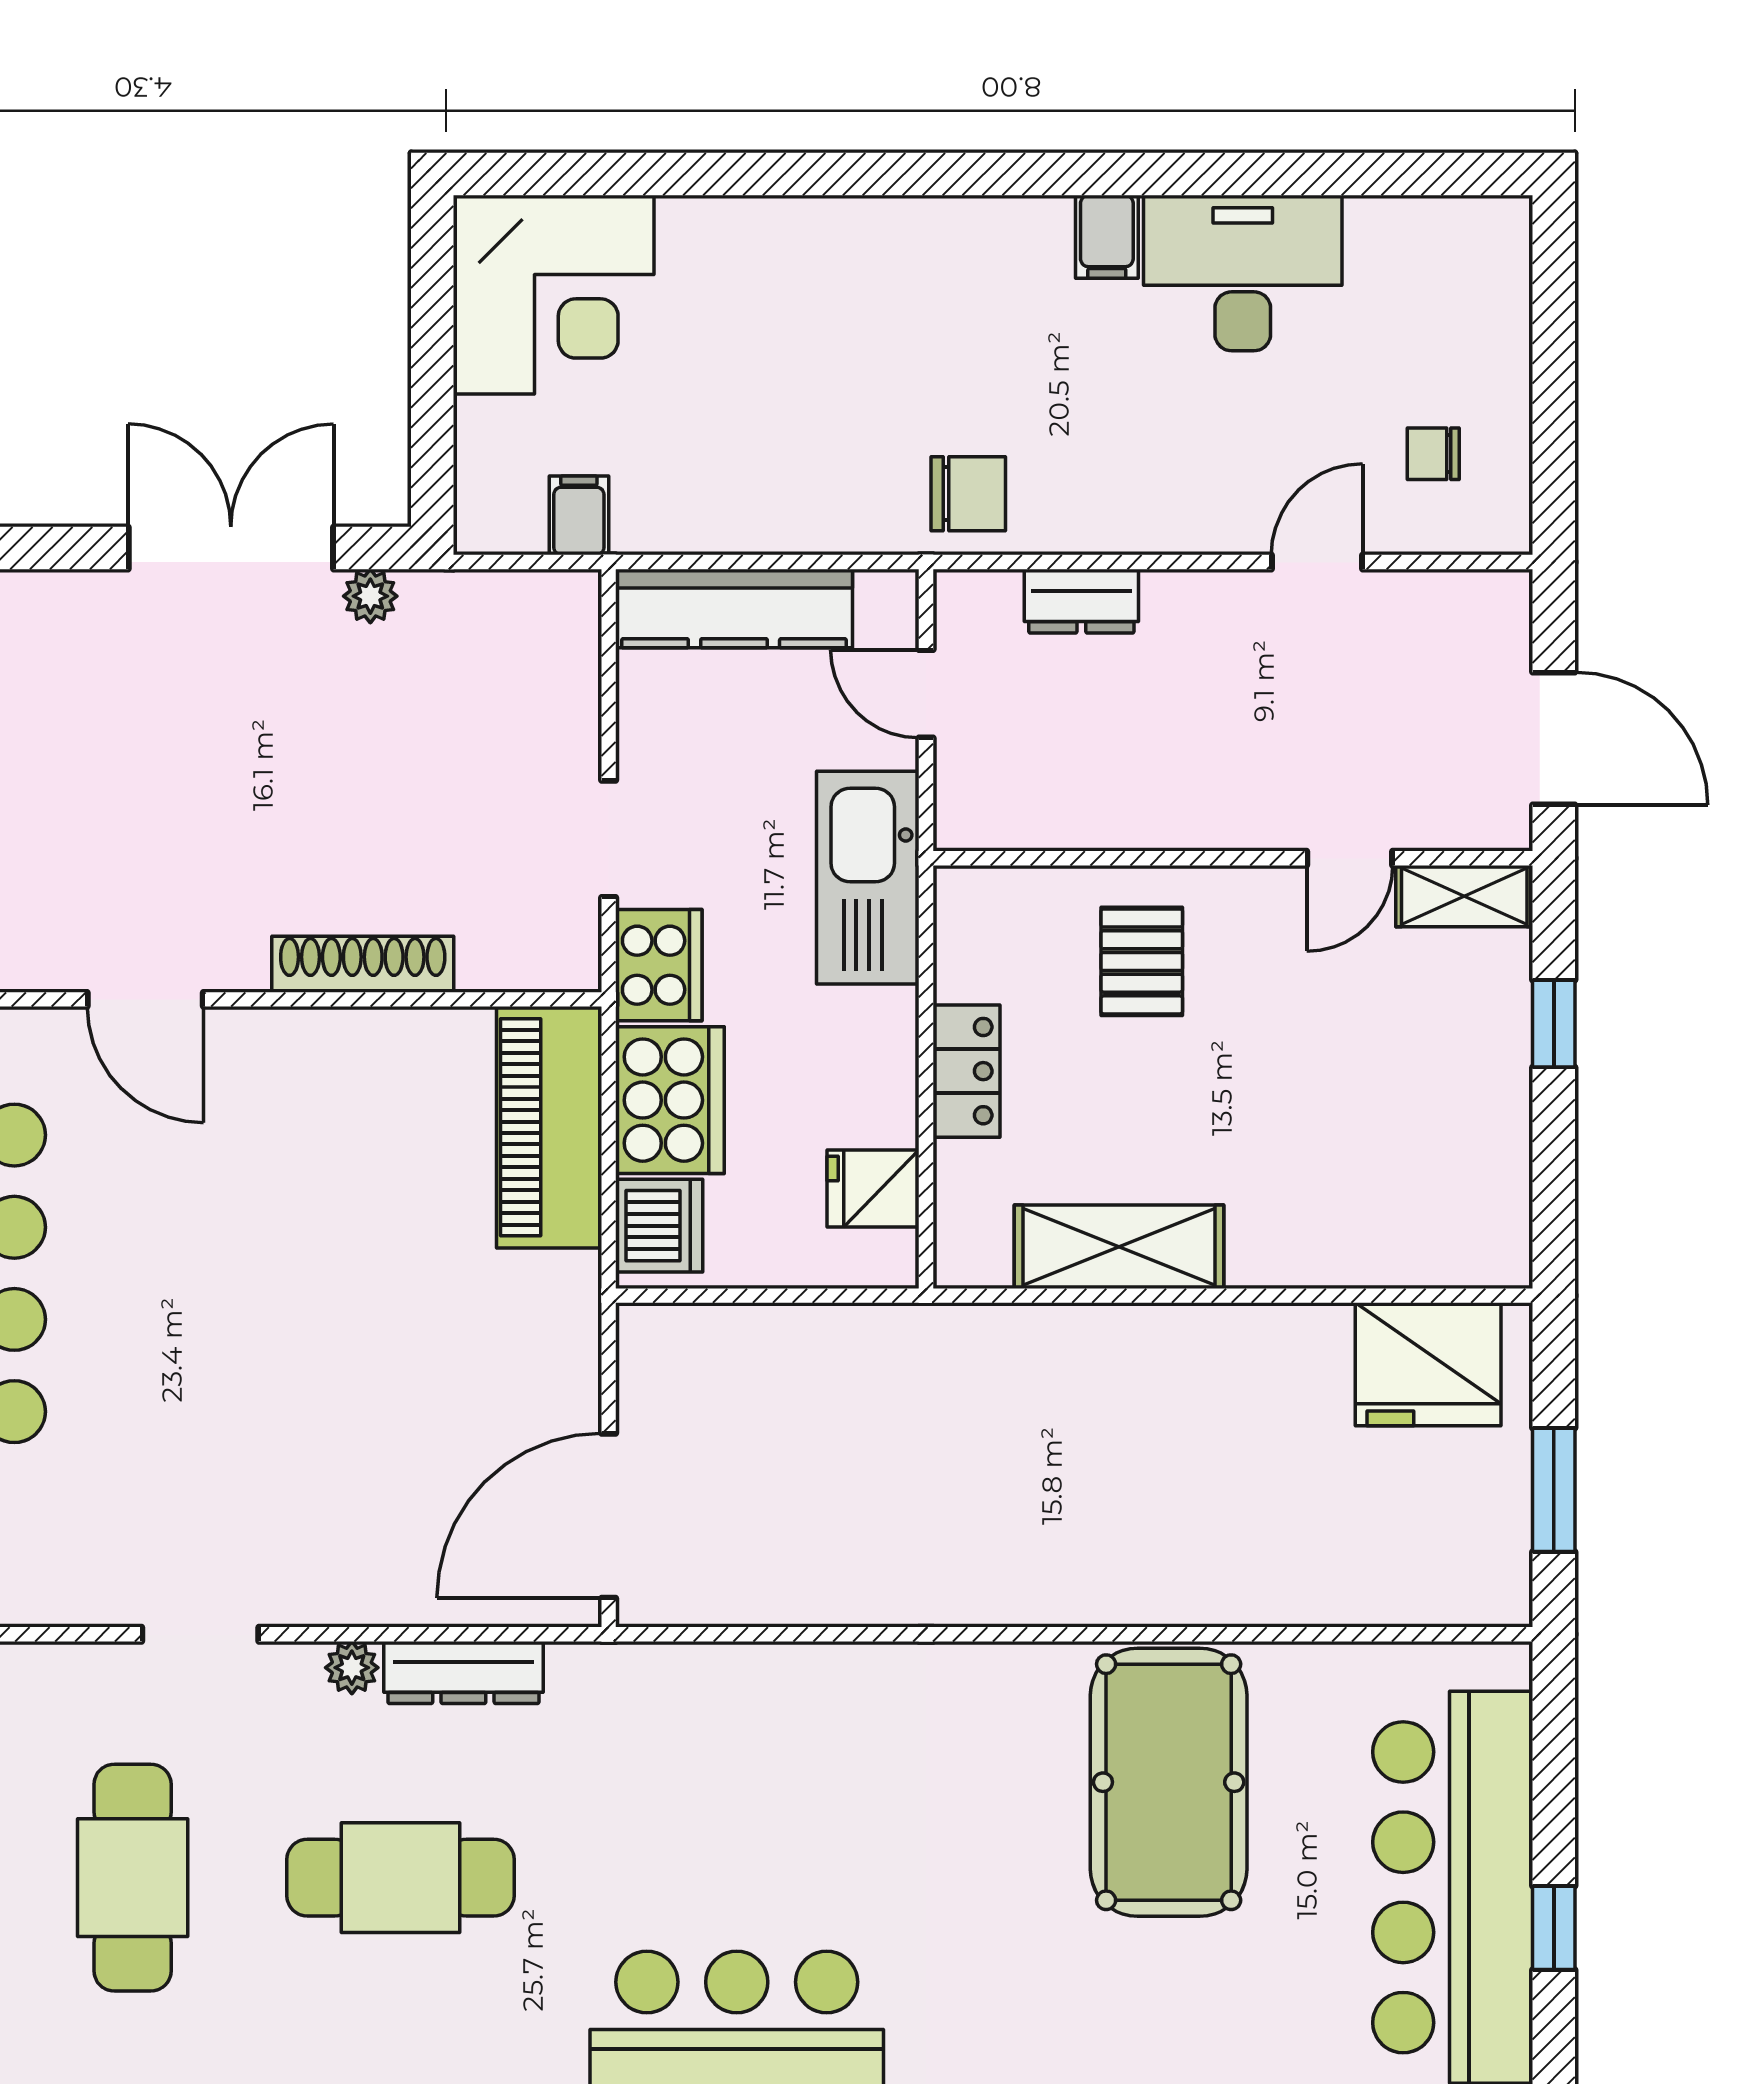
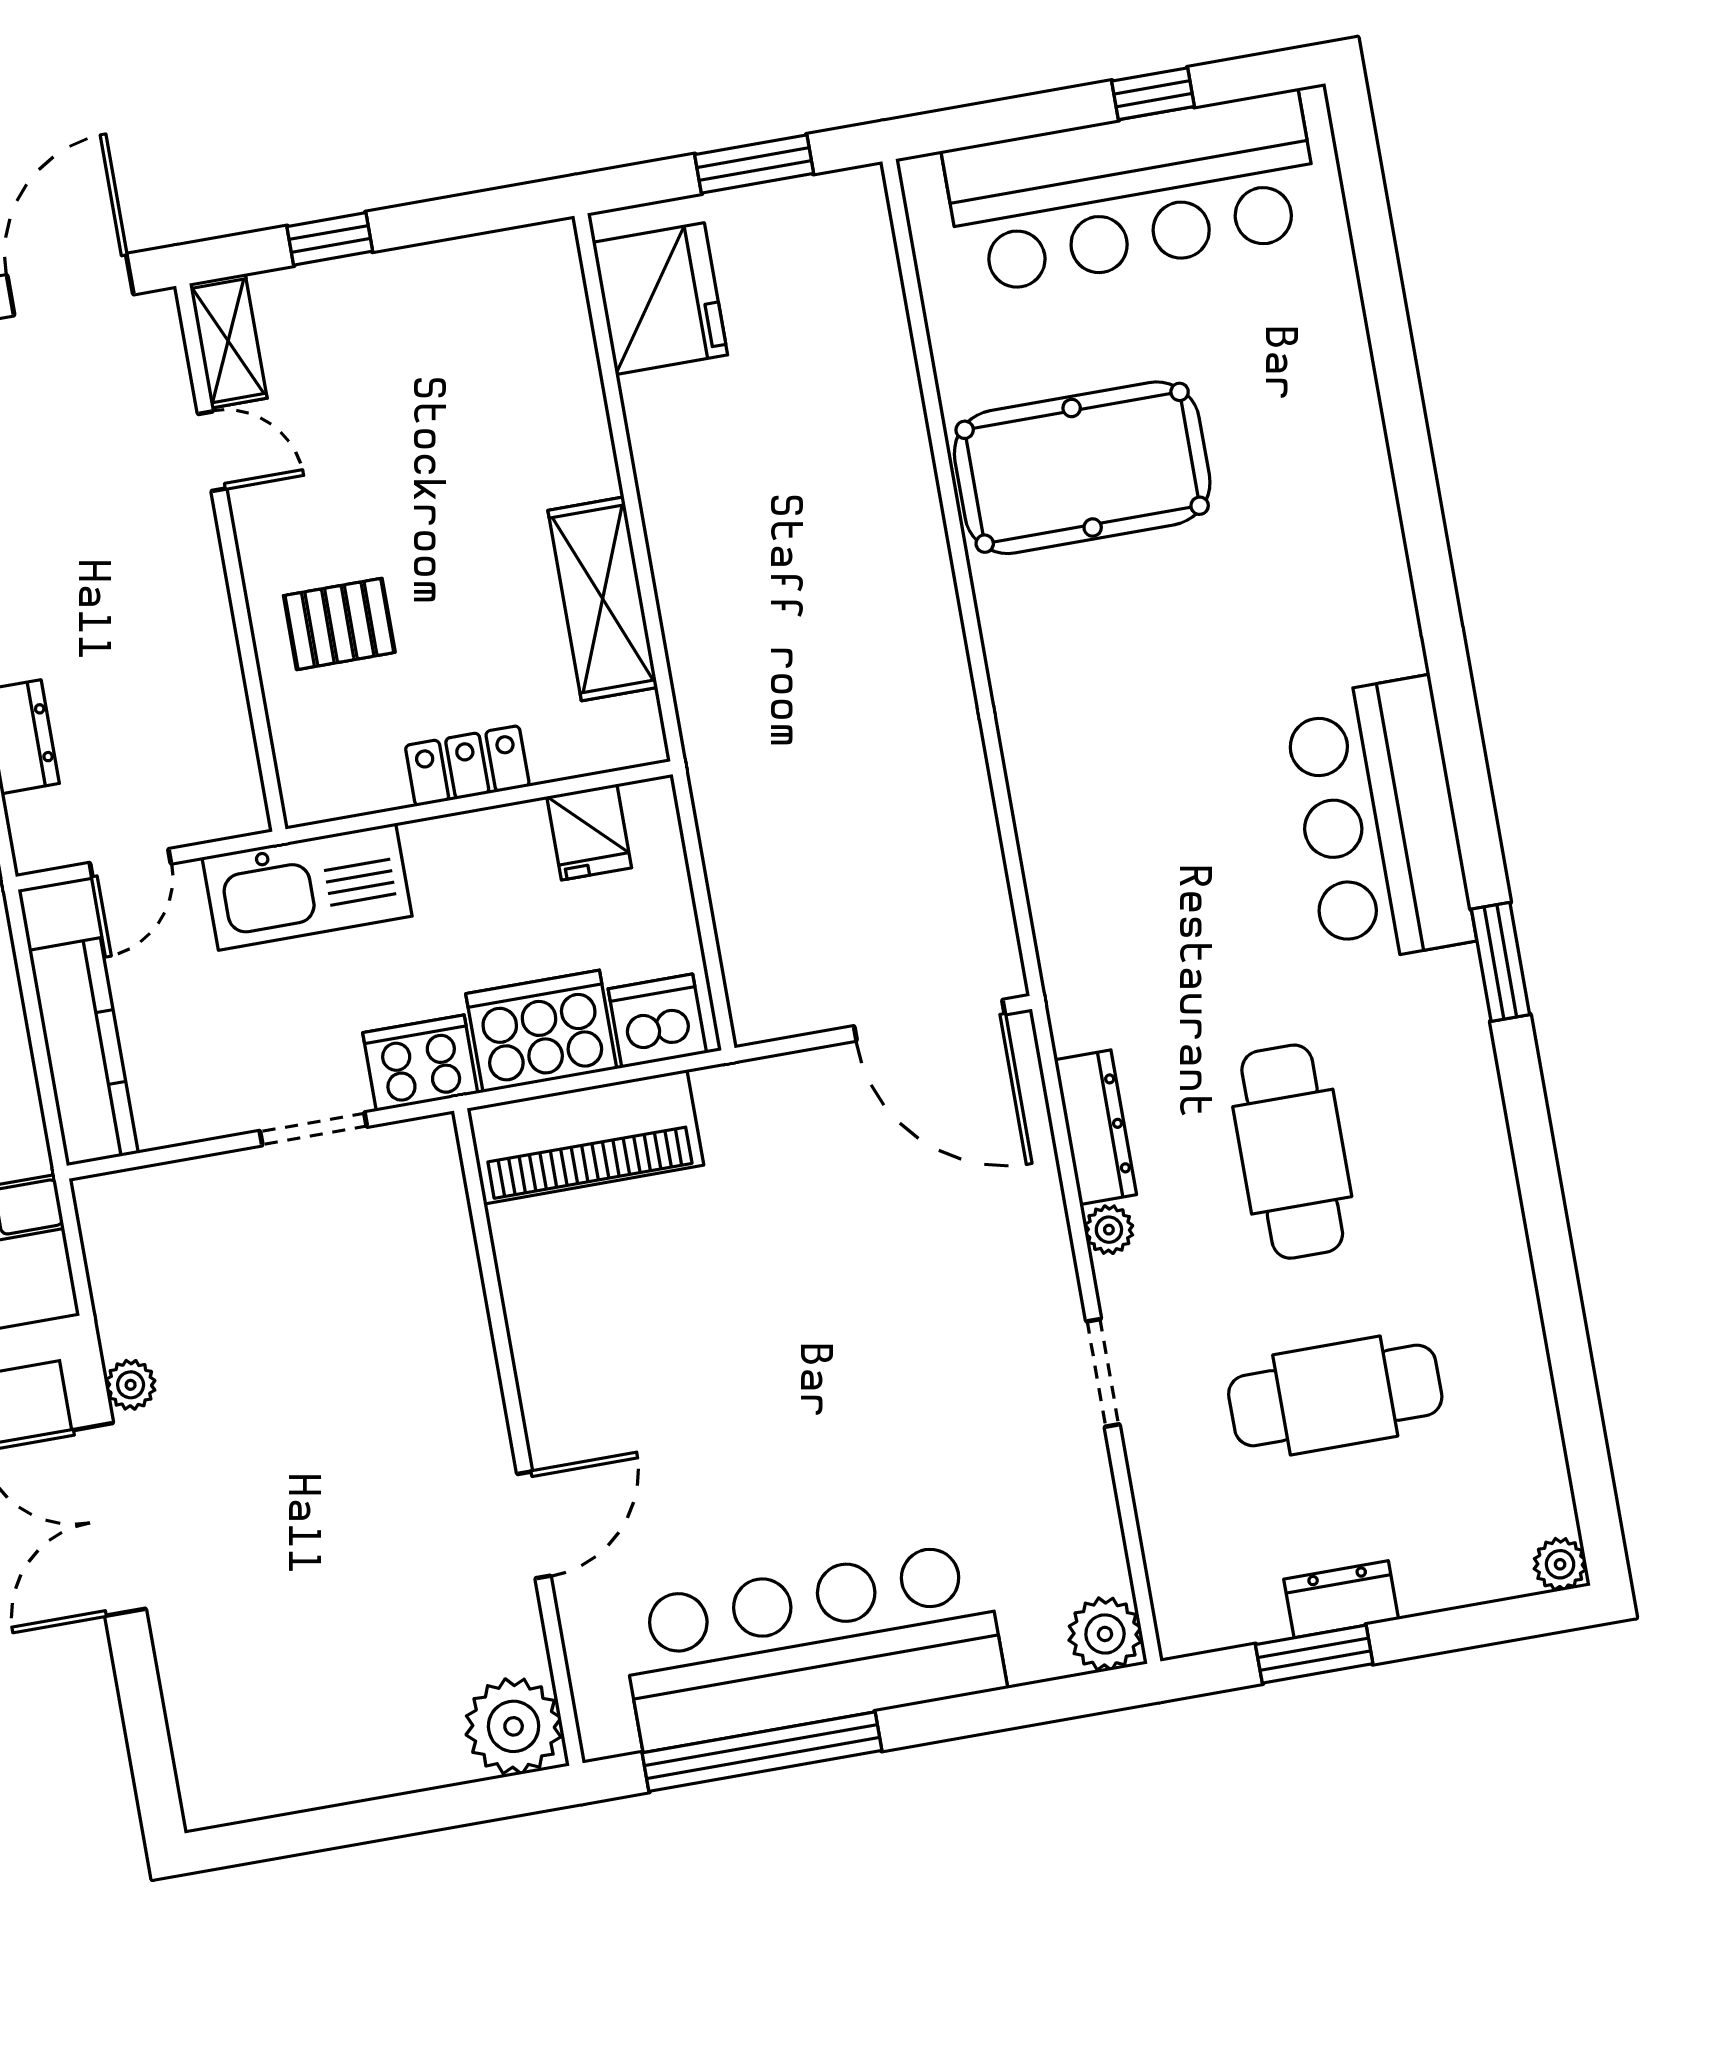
shoe rack: (363, 964) -> (467, 1333), removed

